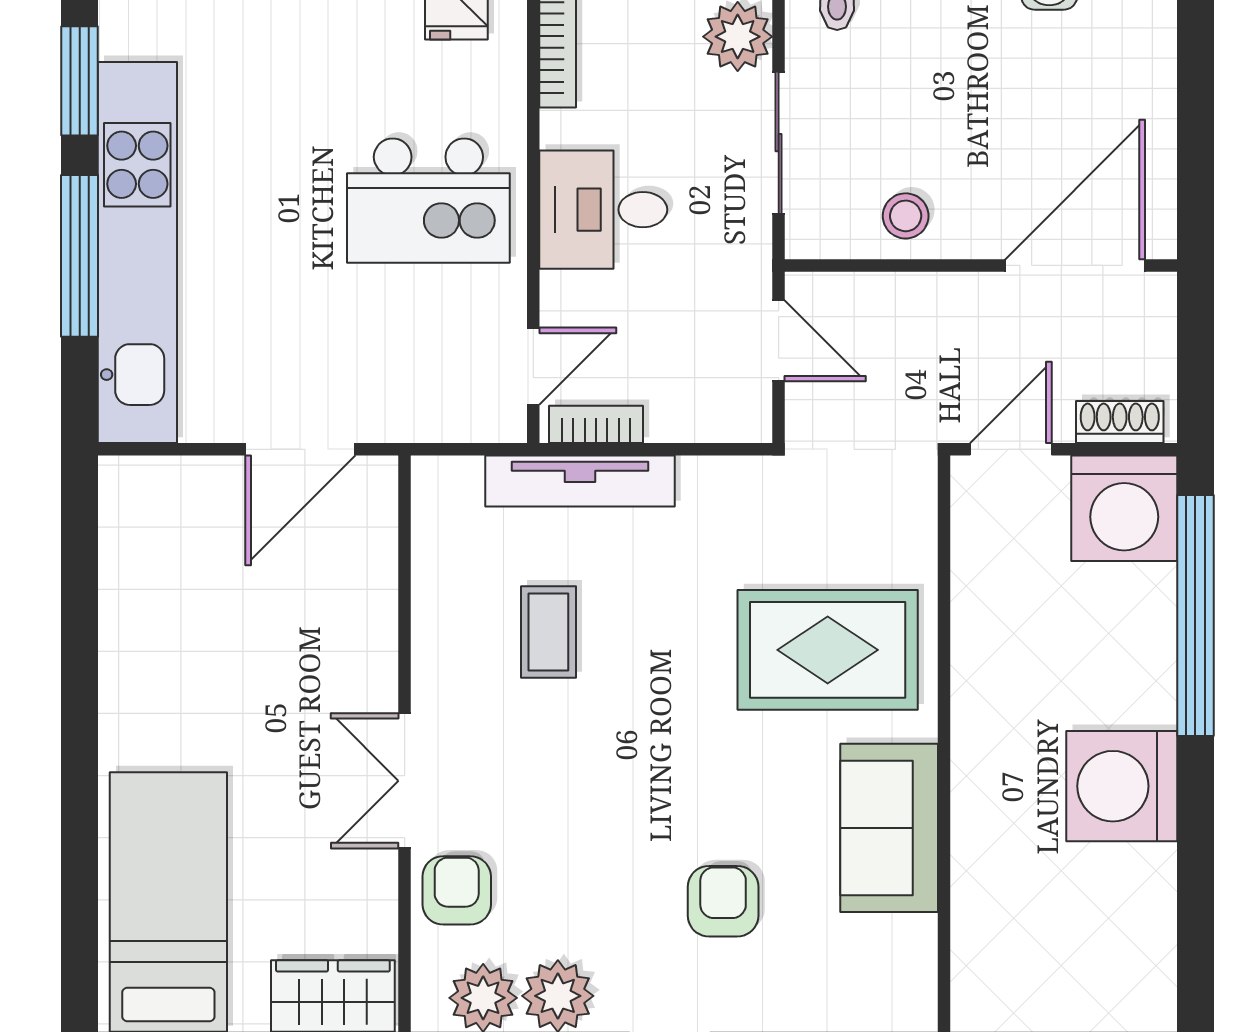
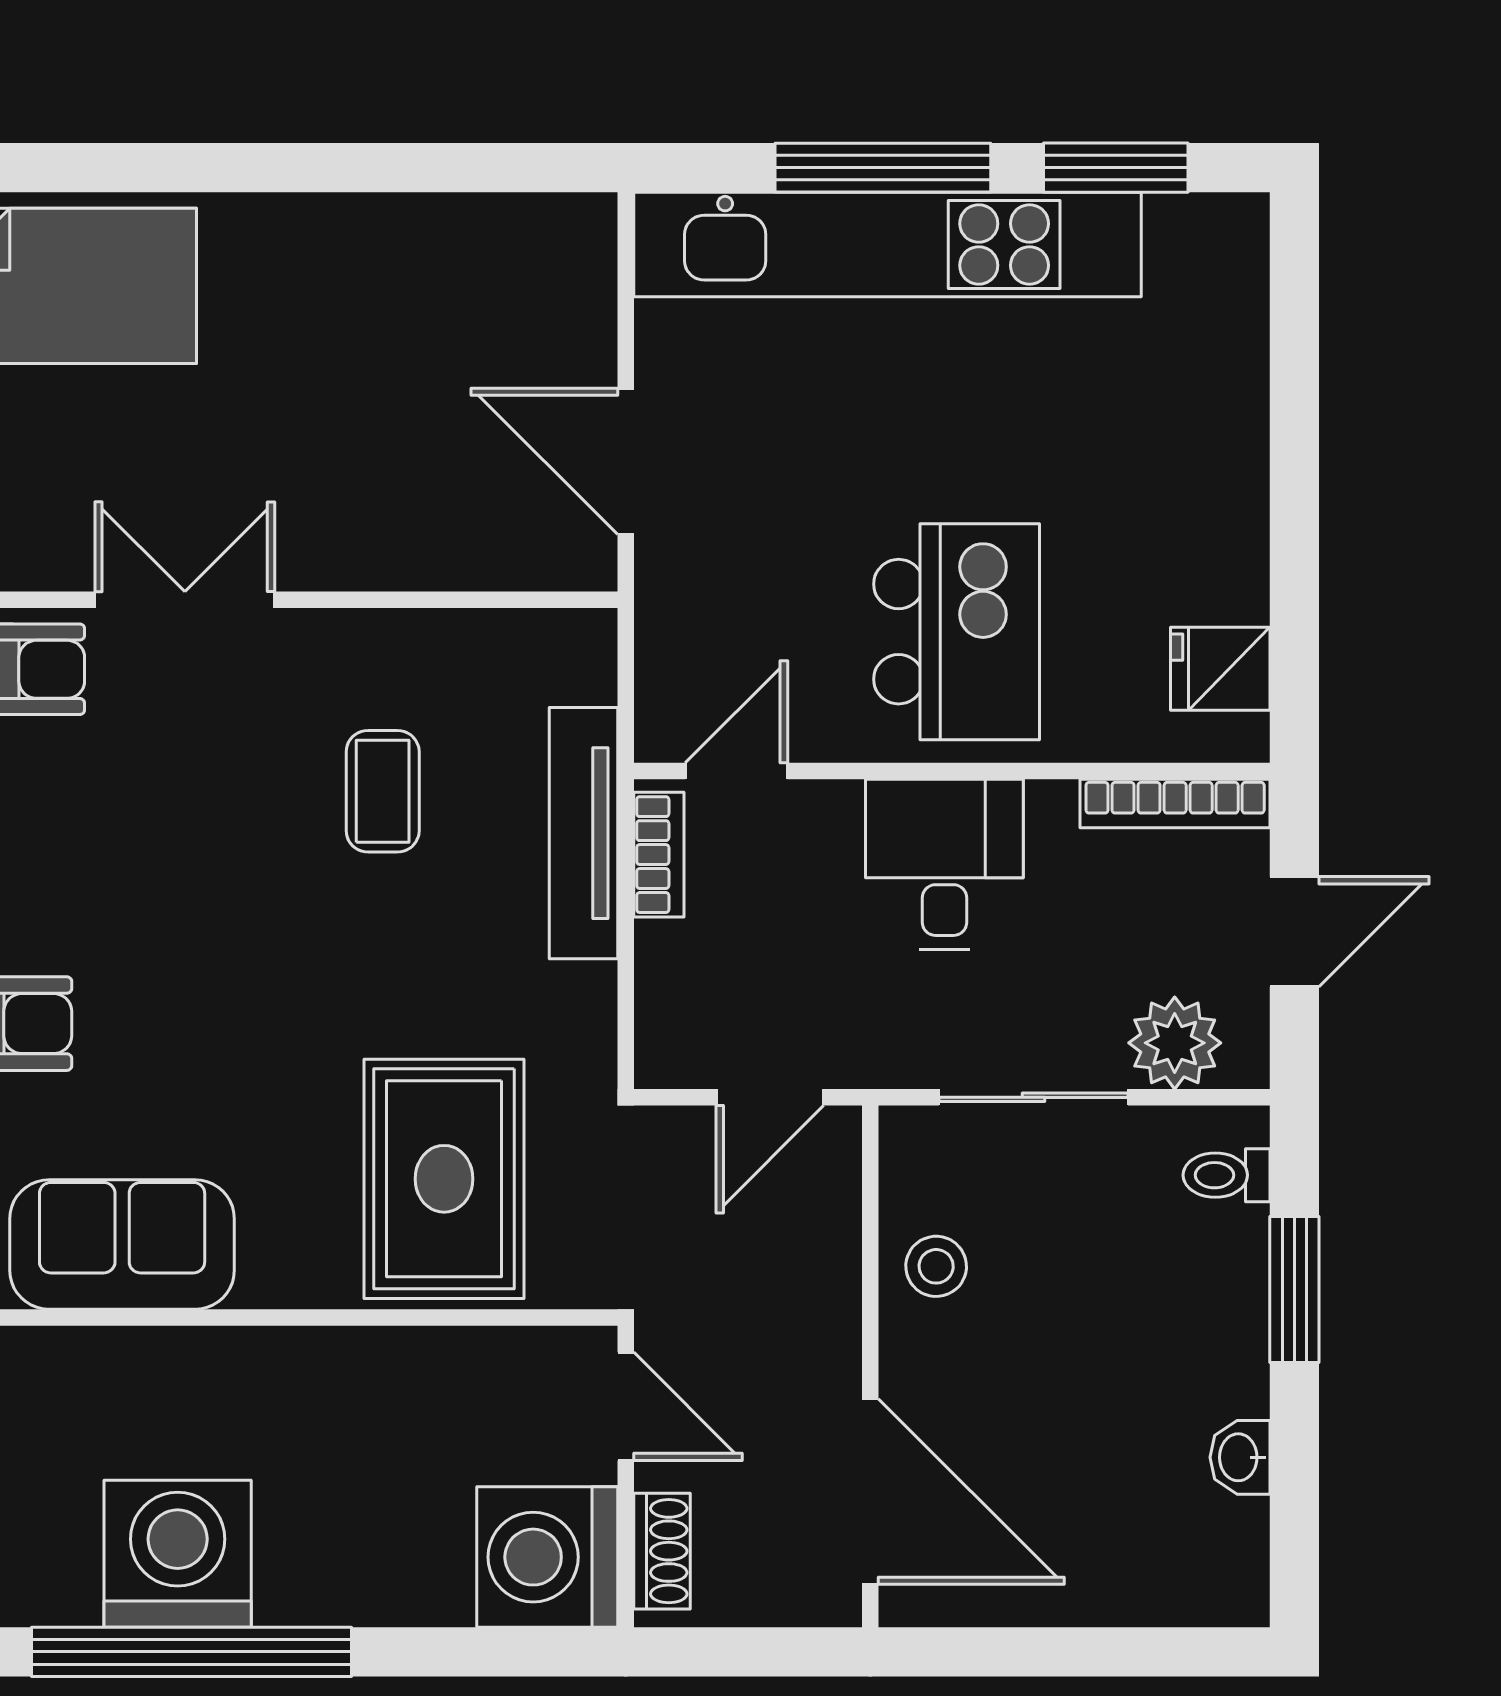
kitchen island: (428, 201) -> (957, 632), turned 180
door: (533, 366) -> (736, 771), swing flipped
window: (1195, 616) -> (191, 1652), moved
coffee table: (548, 632) -> (383, 791), turned 90
rug: (828, 650) -> (444, 1179), moved

